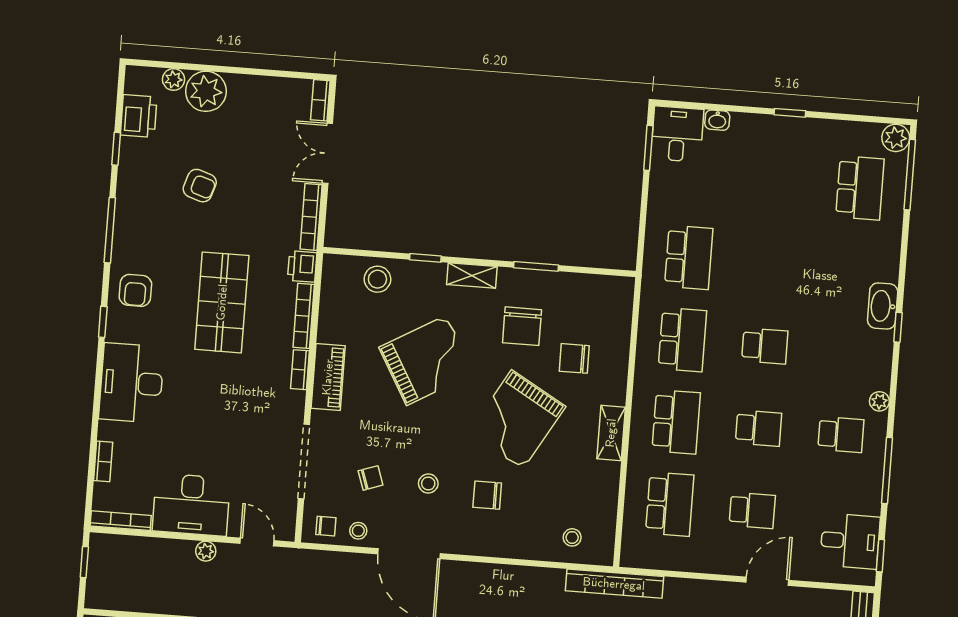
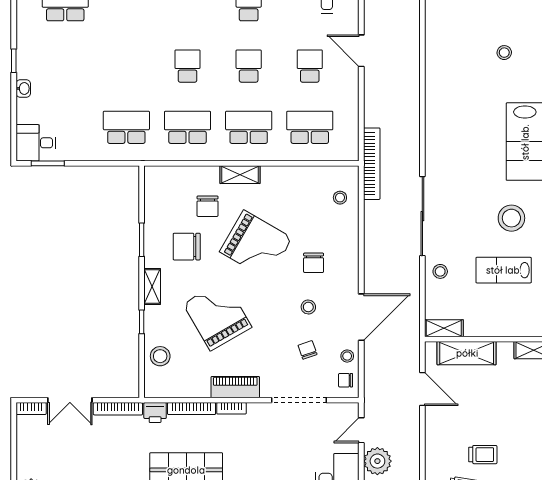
washbasin: (717, 120) -> (23, 88), moved
chair: (522, 326) -> (187, 247), turned 180
shelving: (611, 433) -> (240, 175), moved
chair: (326, 526) -> (346, 380), turned -90
plant: (206, 551) -> (377, 461), width x1.88, depth x1.88

